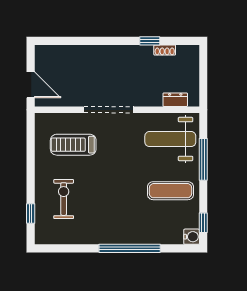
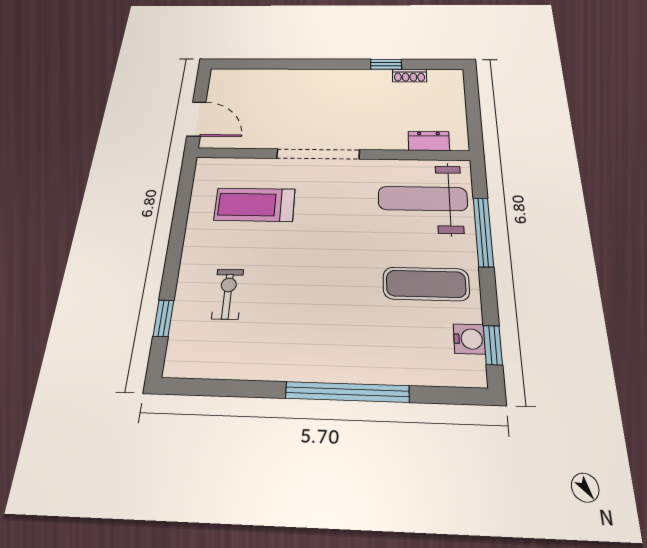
exercise bike: (64, 199) -> (228, 294), width x0.73, depth x0.72
water cooler: (192, 237) -> (469, 339), moved

